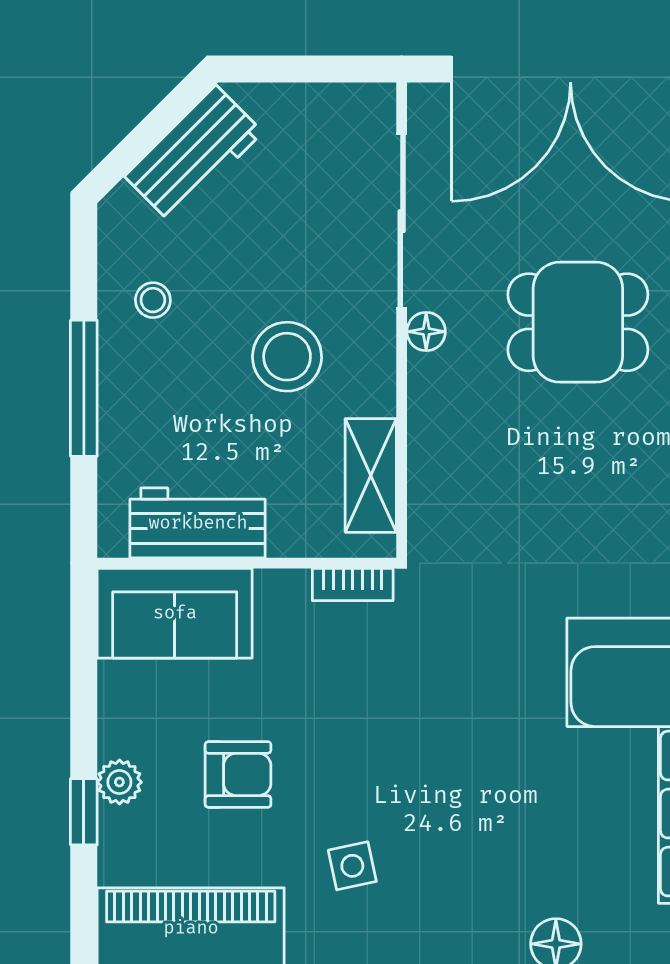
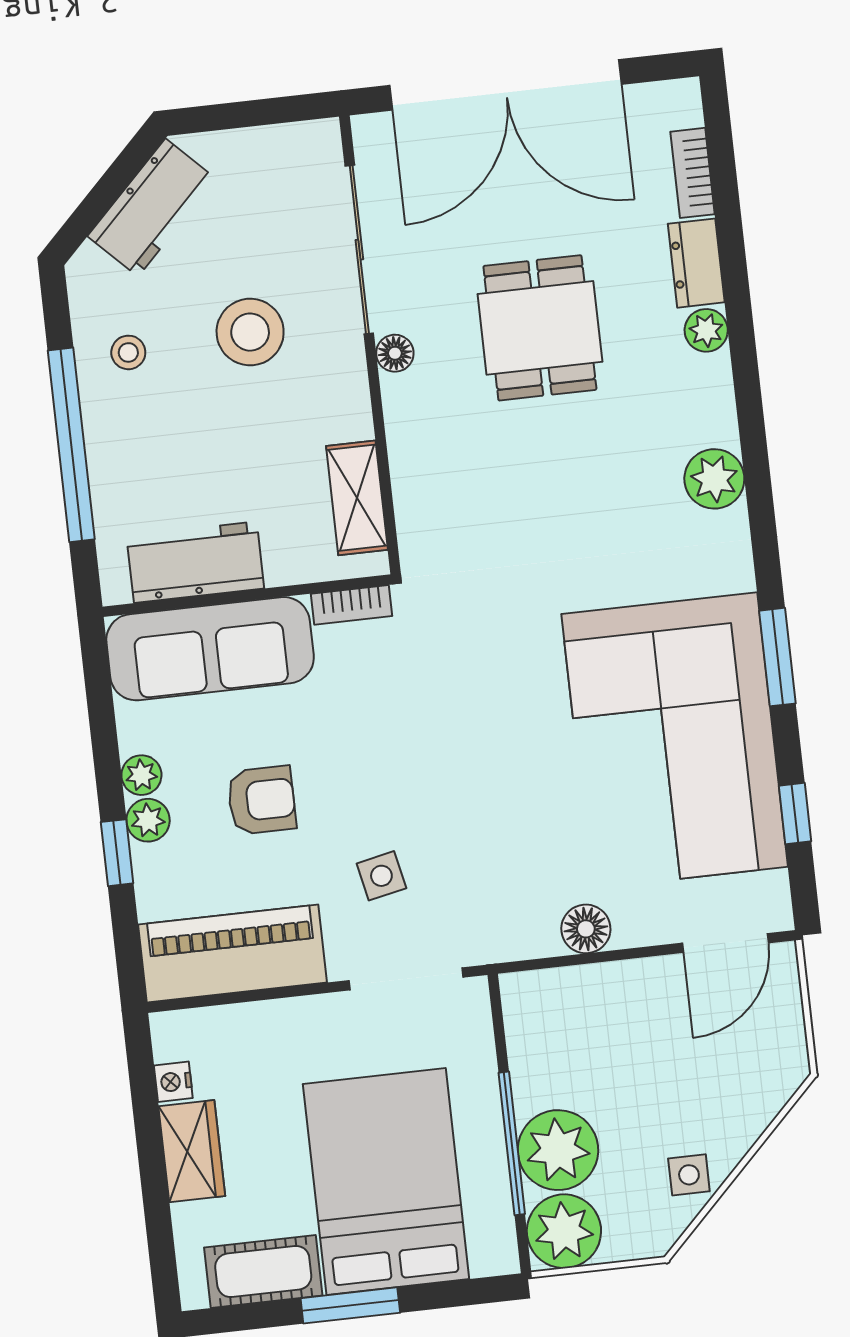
dining table: (578, 322) -> (540, 328), turned 90
stool: (287, 357) -> (250, 332), moved
window: (84, 388) -> (71, 445), width x1.46
sofa: (175, 613) -> (210, 649), width x1.36
plant: (118, 735) -> (141, 775), added

